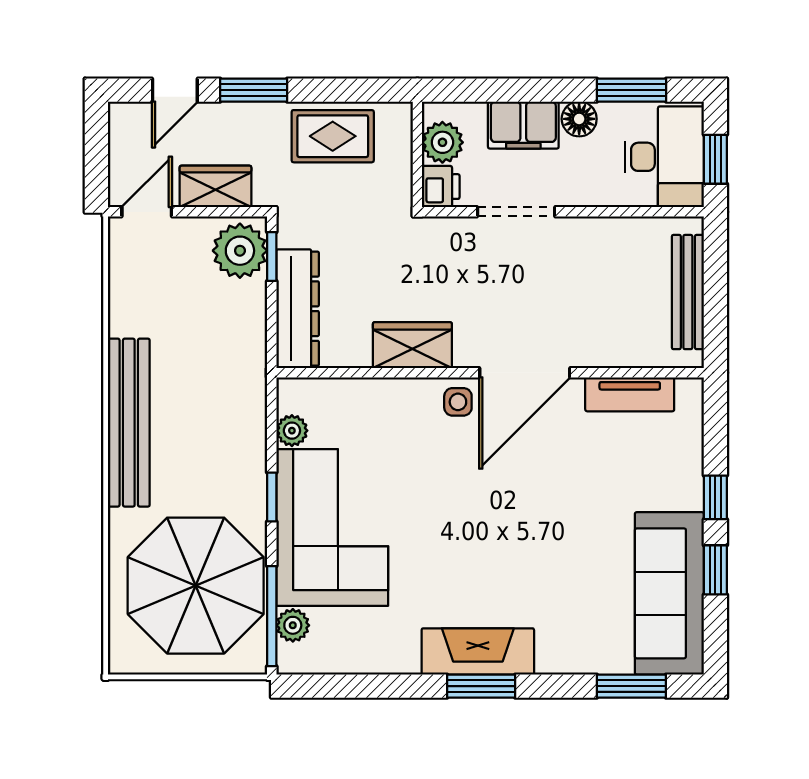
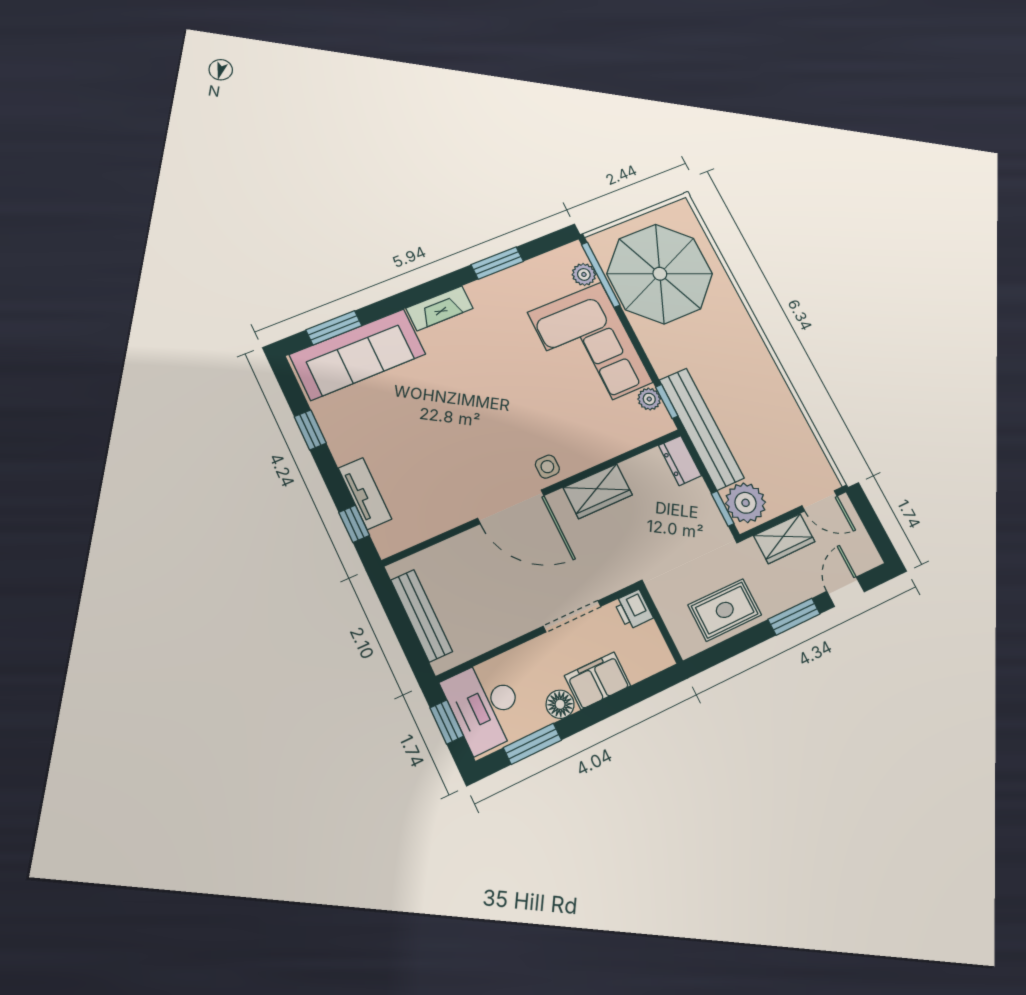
plant: (442, 142) -> (648, 641), removed
door: (147, 212) -> (820, 501), hinge flipped
dresser: (298, 309) -> (680, 461), width x0.51, depth x0.80
door: (525, 373) -> (511, 507), swing flipped
tv unit: (630, 394) -> (365, 494), moved, turned 90
bench: (129, 423) -> (702, 429), moved
window: (272, 497) -> (667, 402), moved
window: (715, 497) -> (354, 524), moved
sofa: (669, 593) -> (358, 354), moved, turned 90
fireplace: (478, 651) -> (440, 308), width x0.73, depth x0.76
window: (481, 686) -> (497, 263), moved

